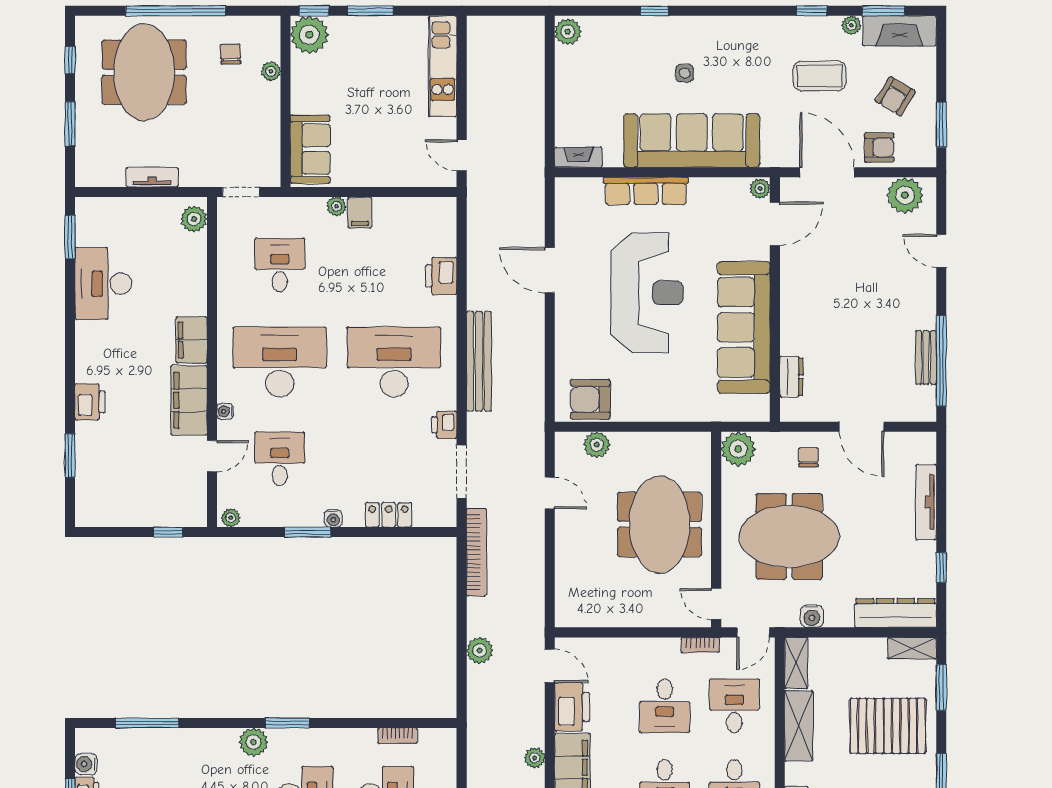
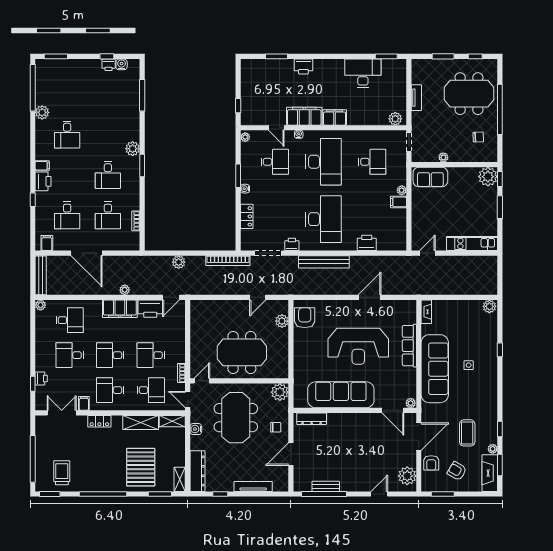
plant: (271, 71) -> (443, 157), moved
dresser: (791, 377) -> (312, 419), width x1.44

